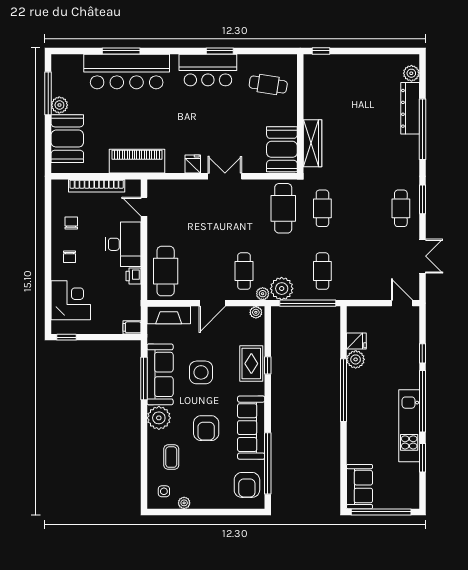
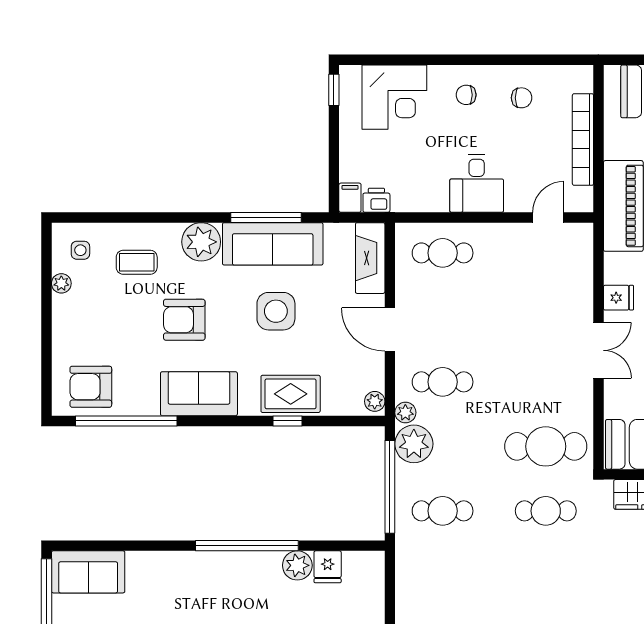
desk: (123, 244) -> (477, 183), width x0.73
cafe table: (166, 271) -> (443, 253), width x0.73, depth x0.74
printer: (134, 276) -> (376, 200), moved
sofa: (251, 428) -> (199, 394), width x0.73

